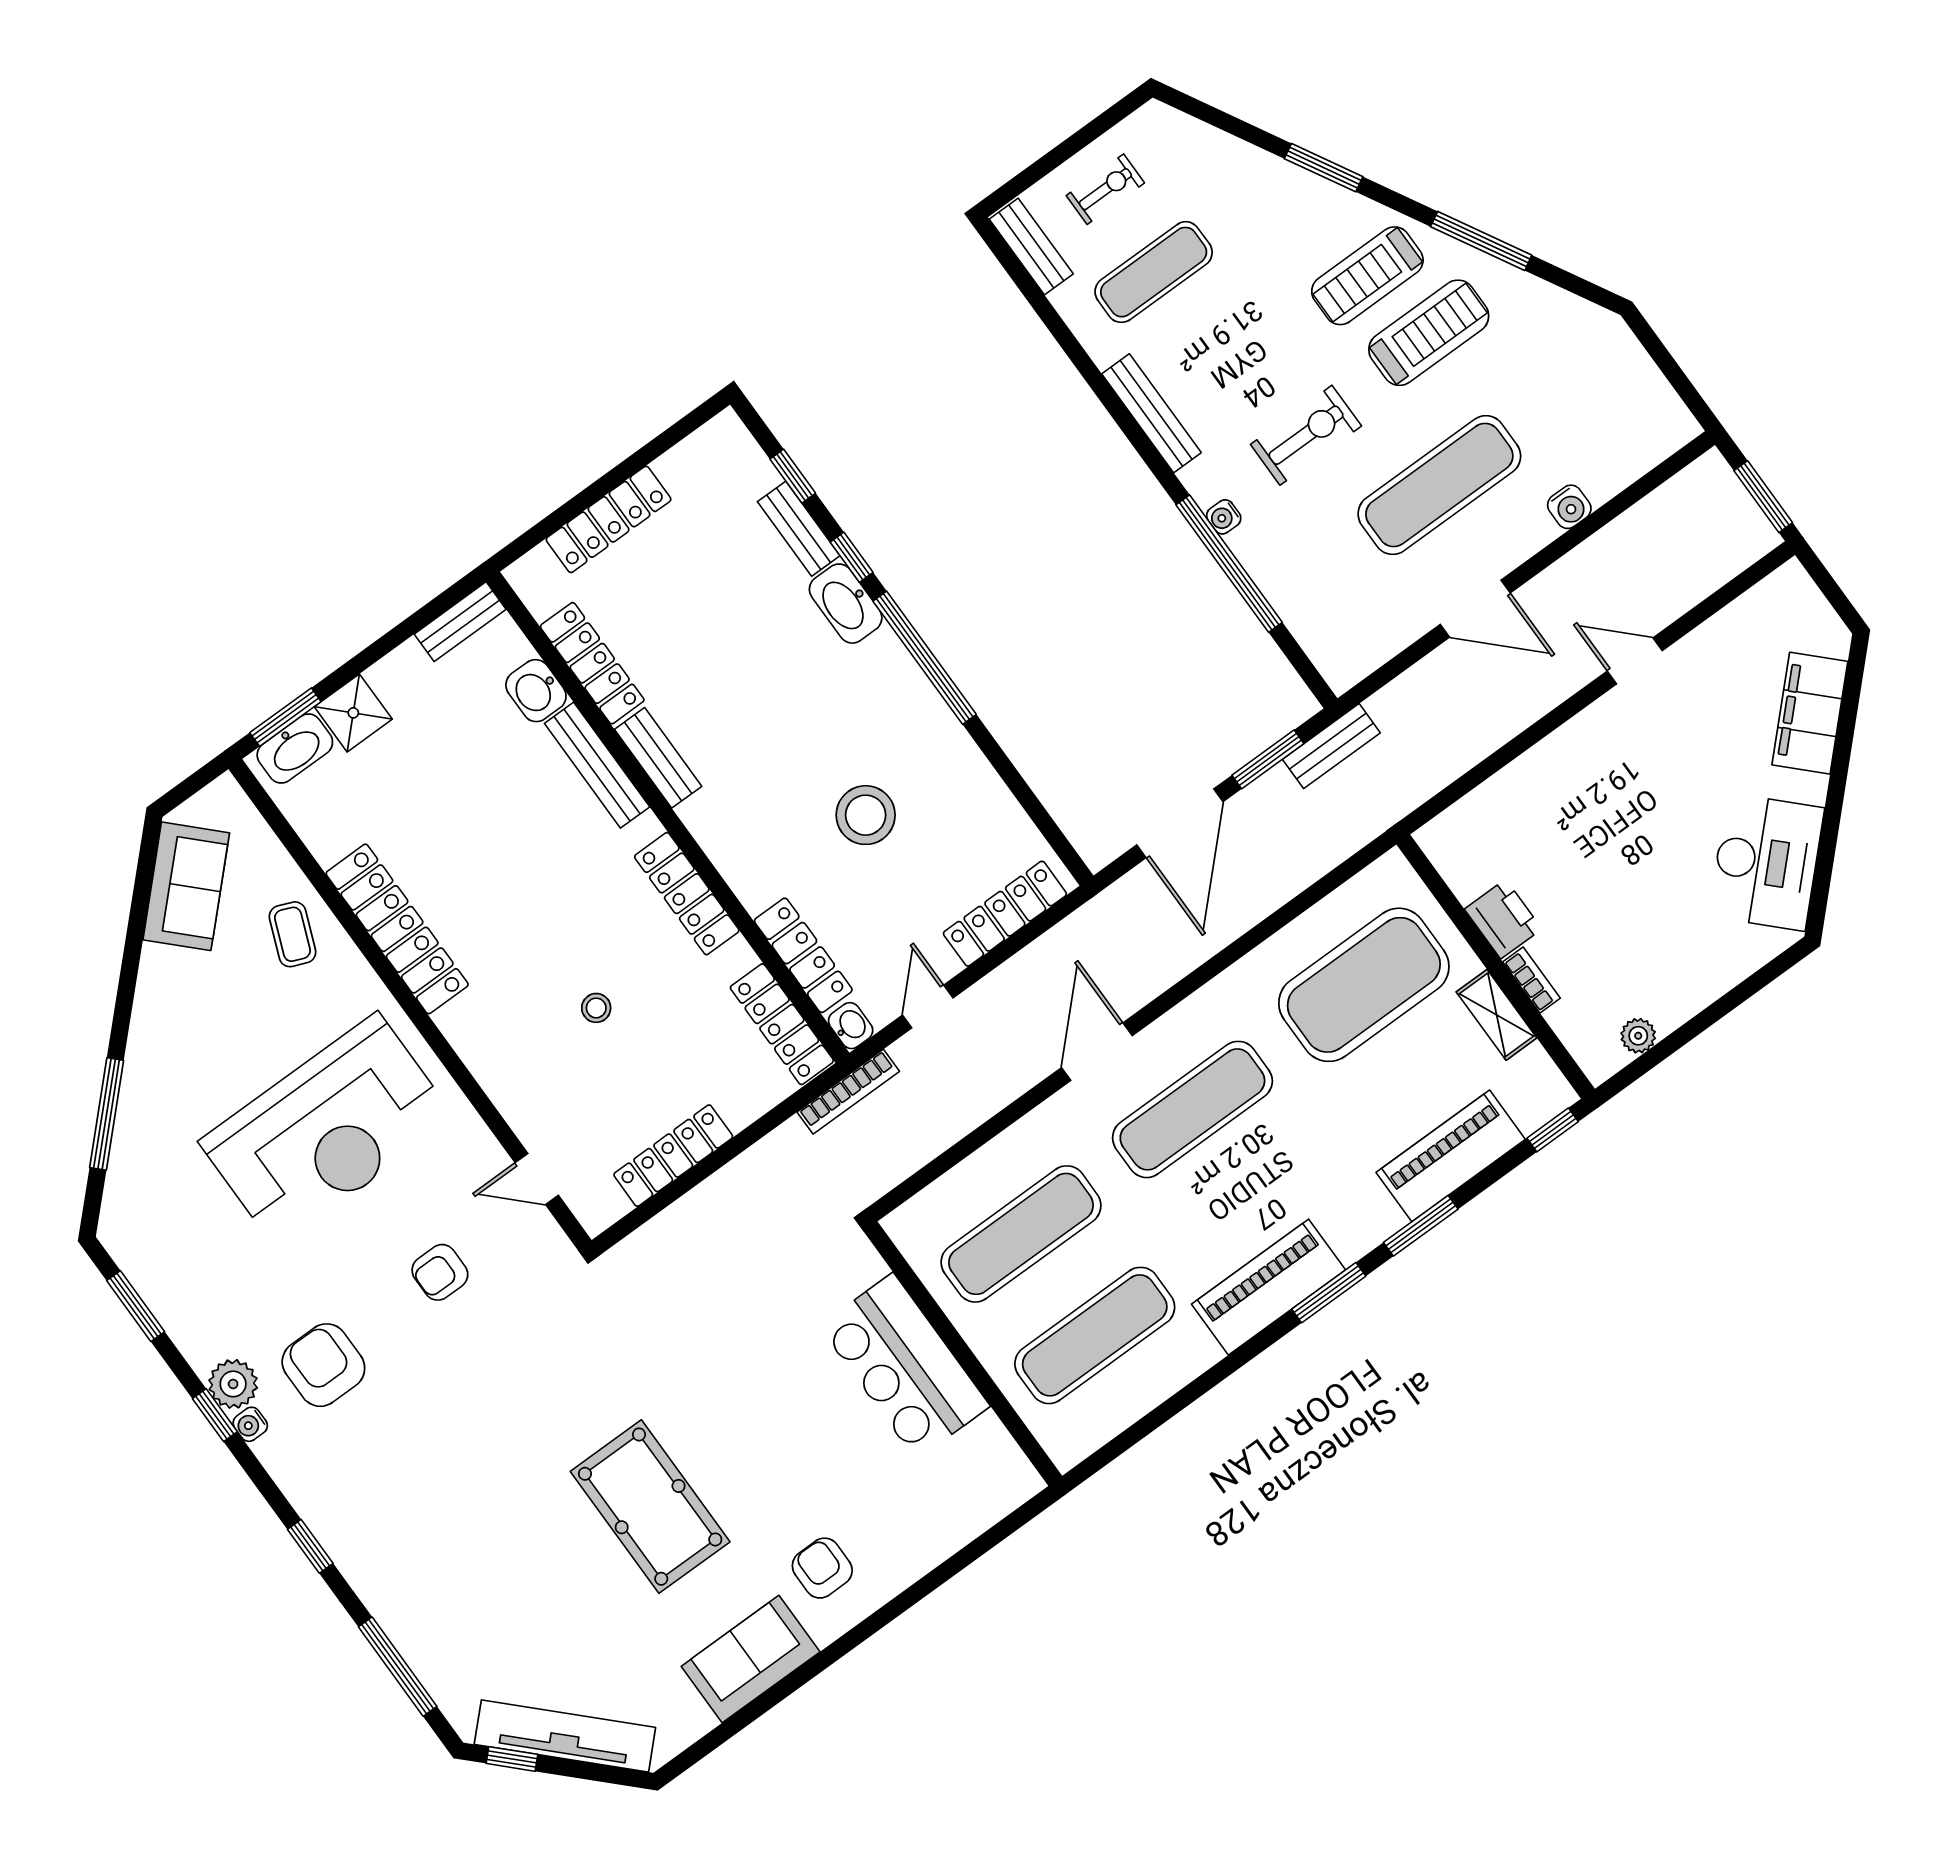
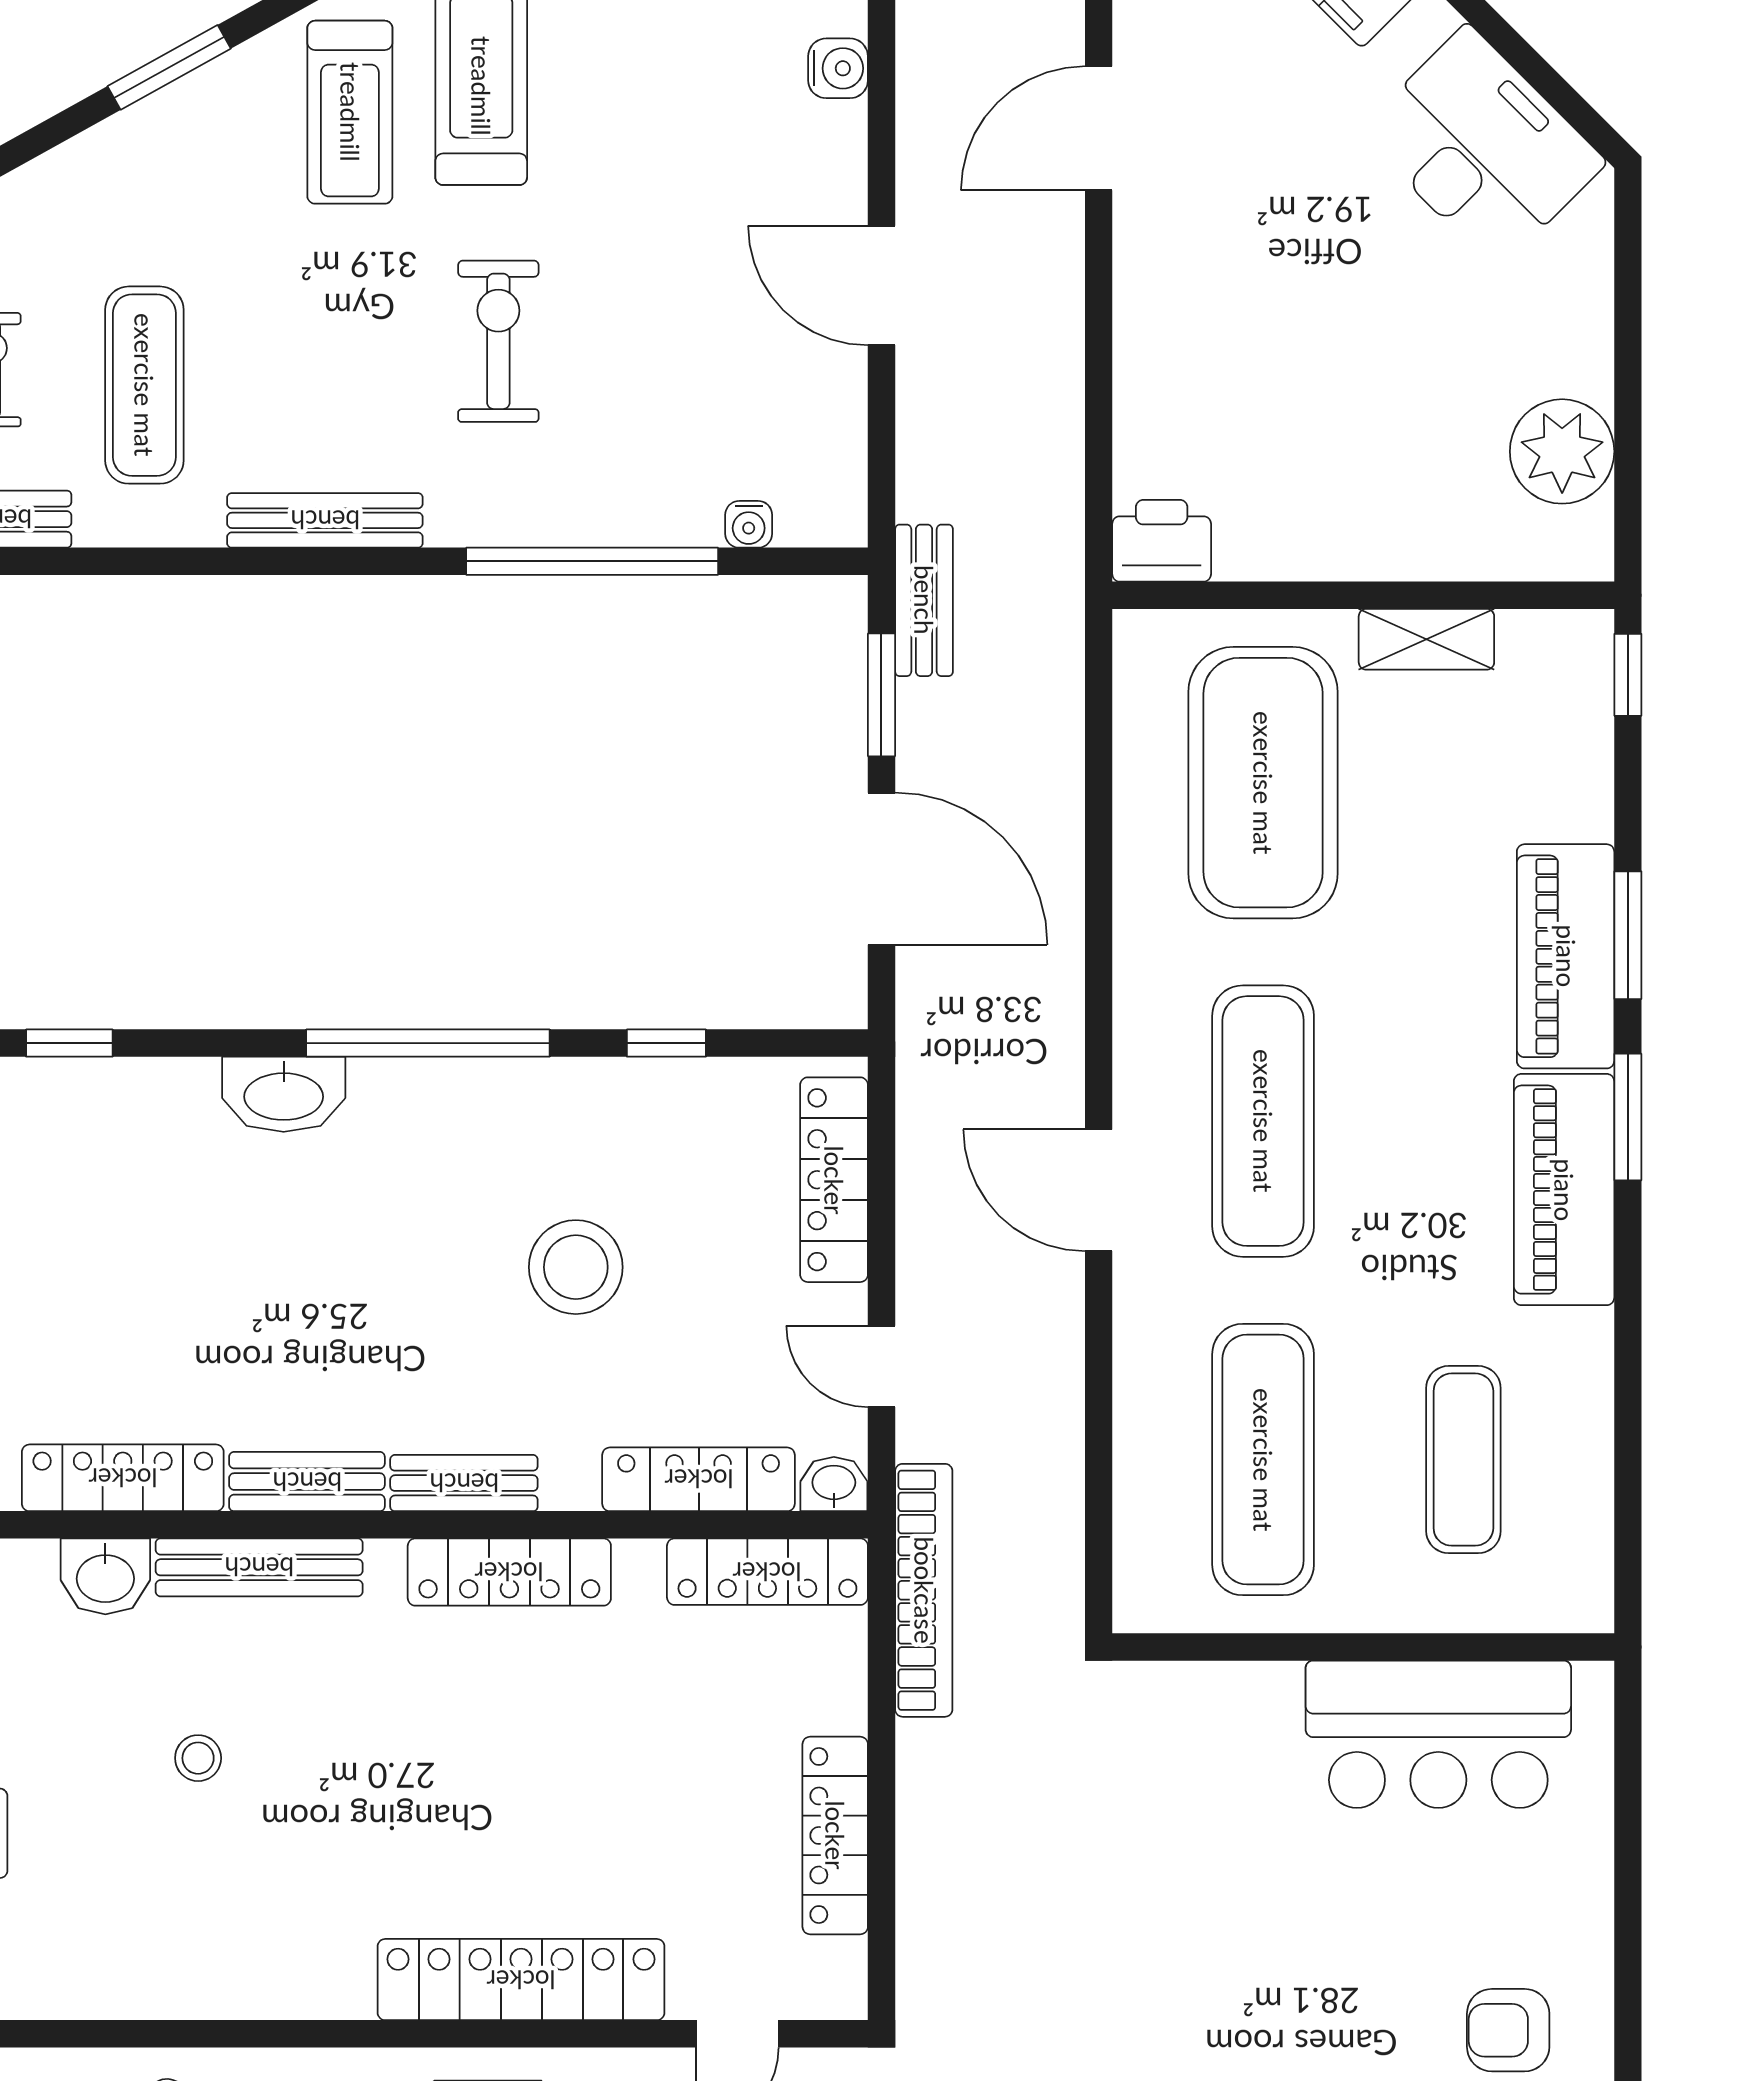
exercise mat: (1439, 485) -> (688, 216), removed
water cooler: (1224, 517) -> (749, 524), moved
bench: (799, 529) -> (464, 1483), moved
window: (852, 557) -> (666, 1043), moved
door: (1475, 609) -> (881, 285), swing flipped
door: (1635, 661) -> (1099, 128), width x1.37
printer: (1503, 919) -> (1162, 541), moved
locker: (397, 929) -> (521, 1980), moved
bookcase: (1532, 980) -> (1414, 561), removed
stool: (596, 1008) -> (198, 1758), moved
plant: (1638, 1036) -> (1562, 451), width x1.87, depth x1.87
bookcase: (848, 1092) -> (924, 1590), width x1.48, depth x1.31
piano: (1451, 1156) -> (1566, 956), moved
exercise mat: (1095, 1335) -> (1463, 1460), width x0.73, depth x0.69
bar counter: (905, 1366) -> (1438, 1734), moved

